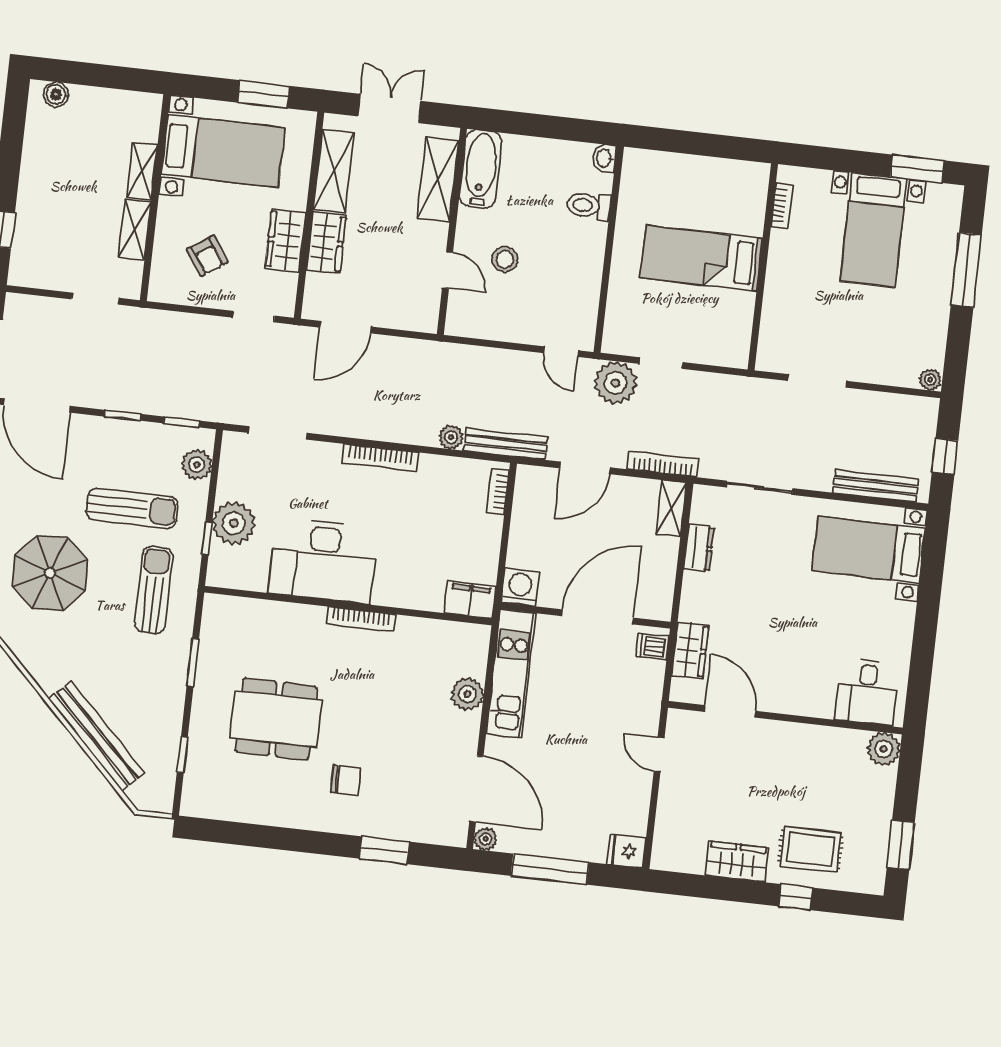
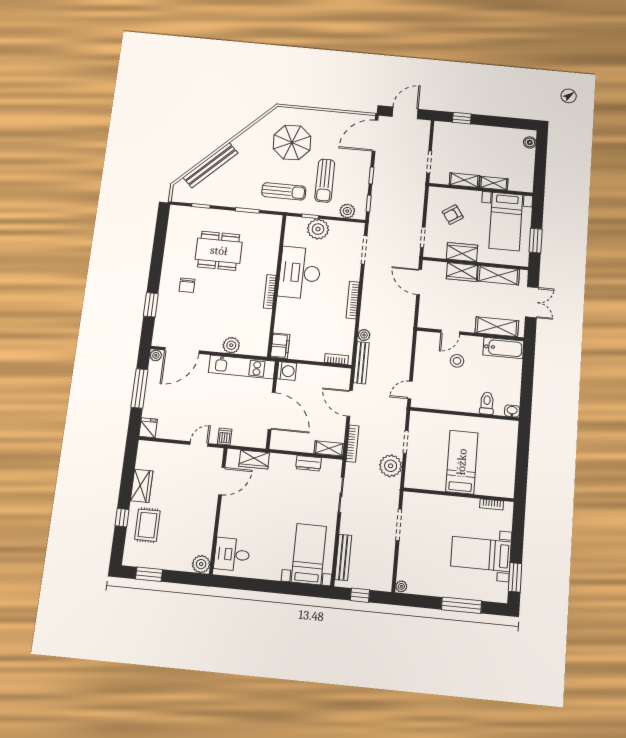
plant: (616, 383) -> (391, 466), moved
dishwasher: (652, 647) -> (225, 437), moved
dining table: (276, 719) -> (219, 251), turned 90

